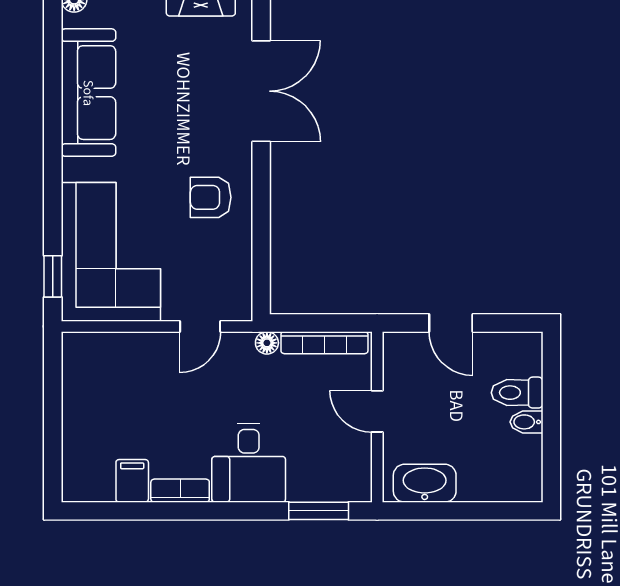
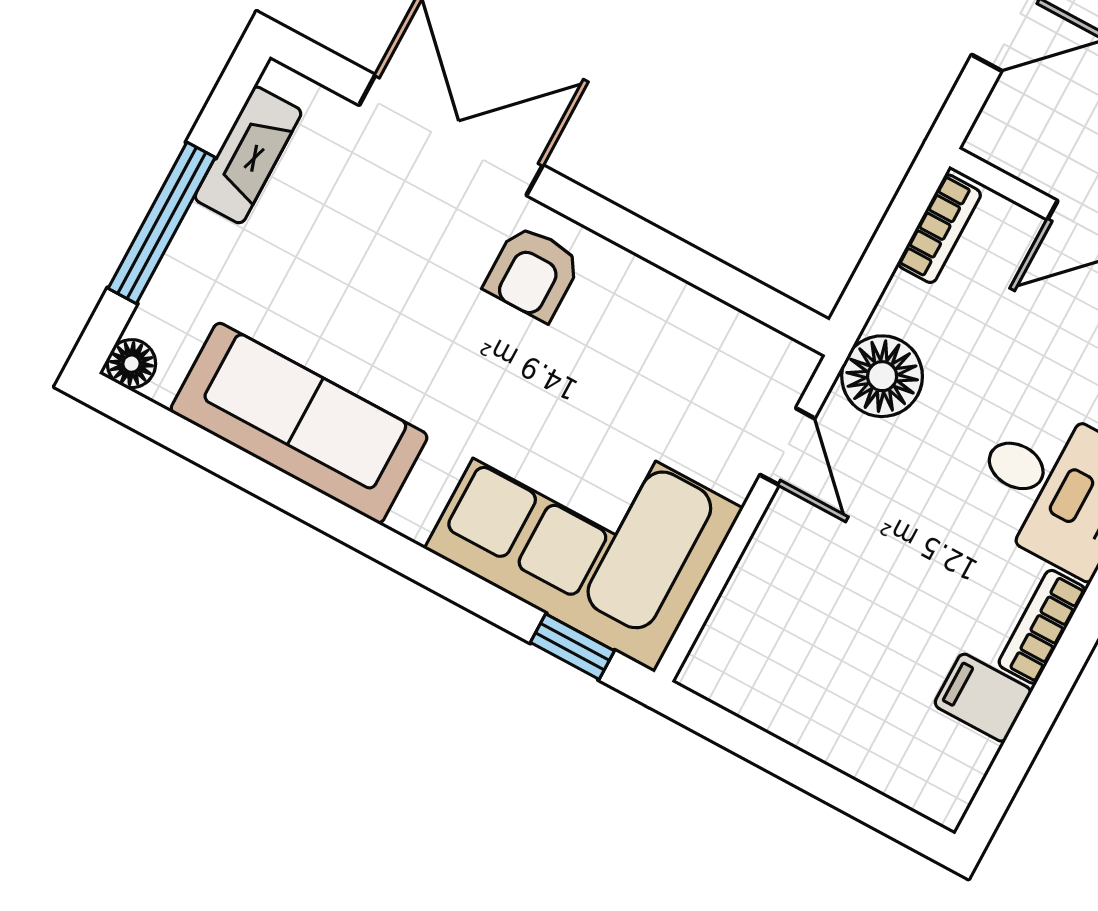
armchair: (211, 197) -> (533, 273), moved
floor lamp: (267, 343) -> (882, 376), width x1.89, depth x1.89
bookcase: (324, 343) -> (939, 229), width x0.64

